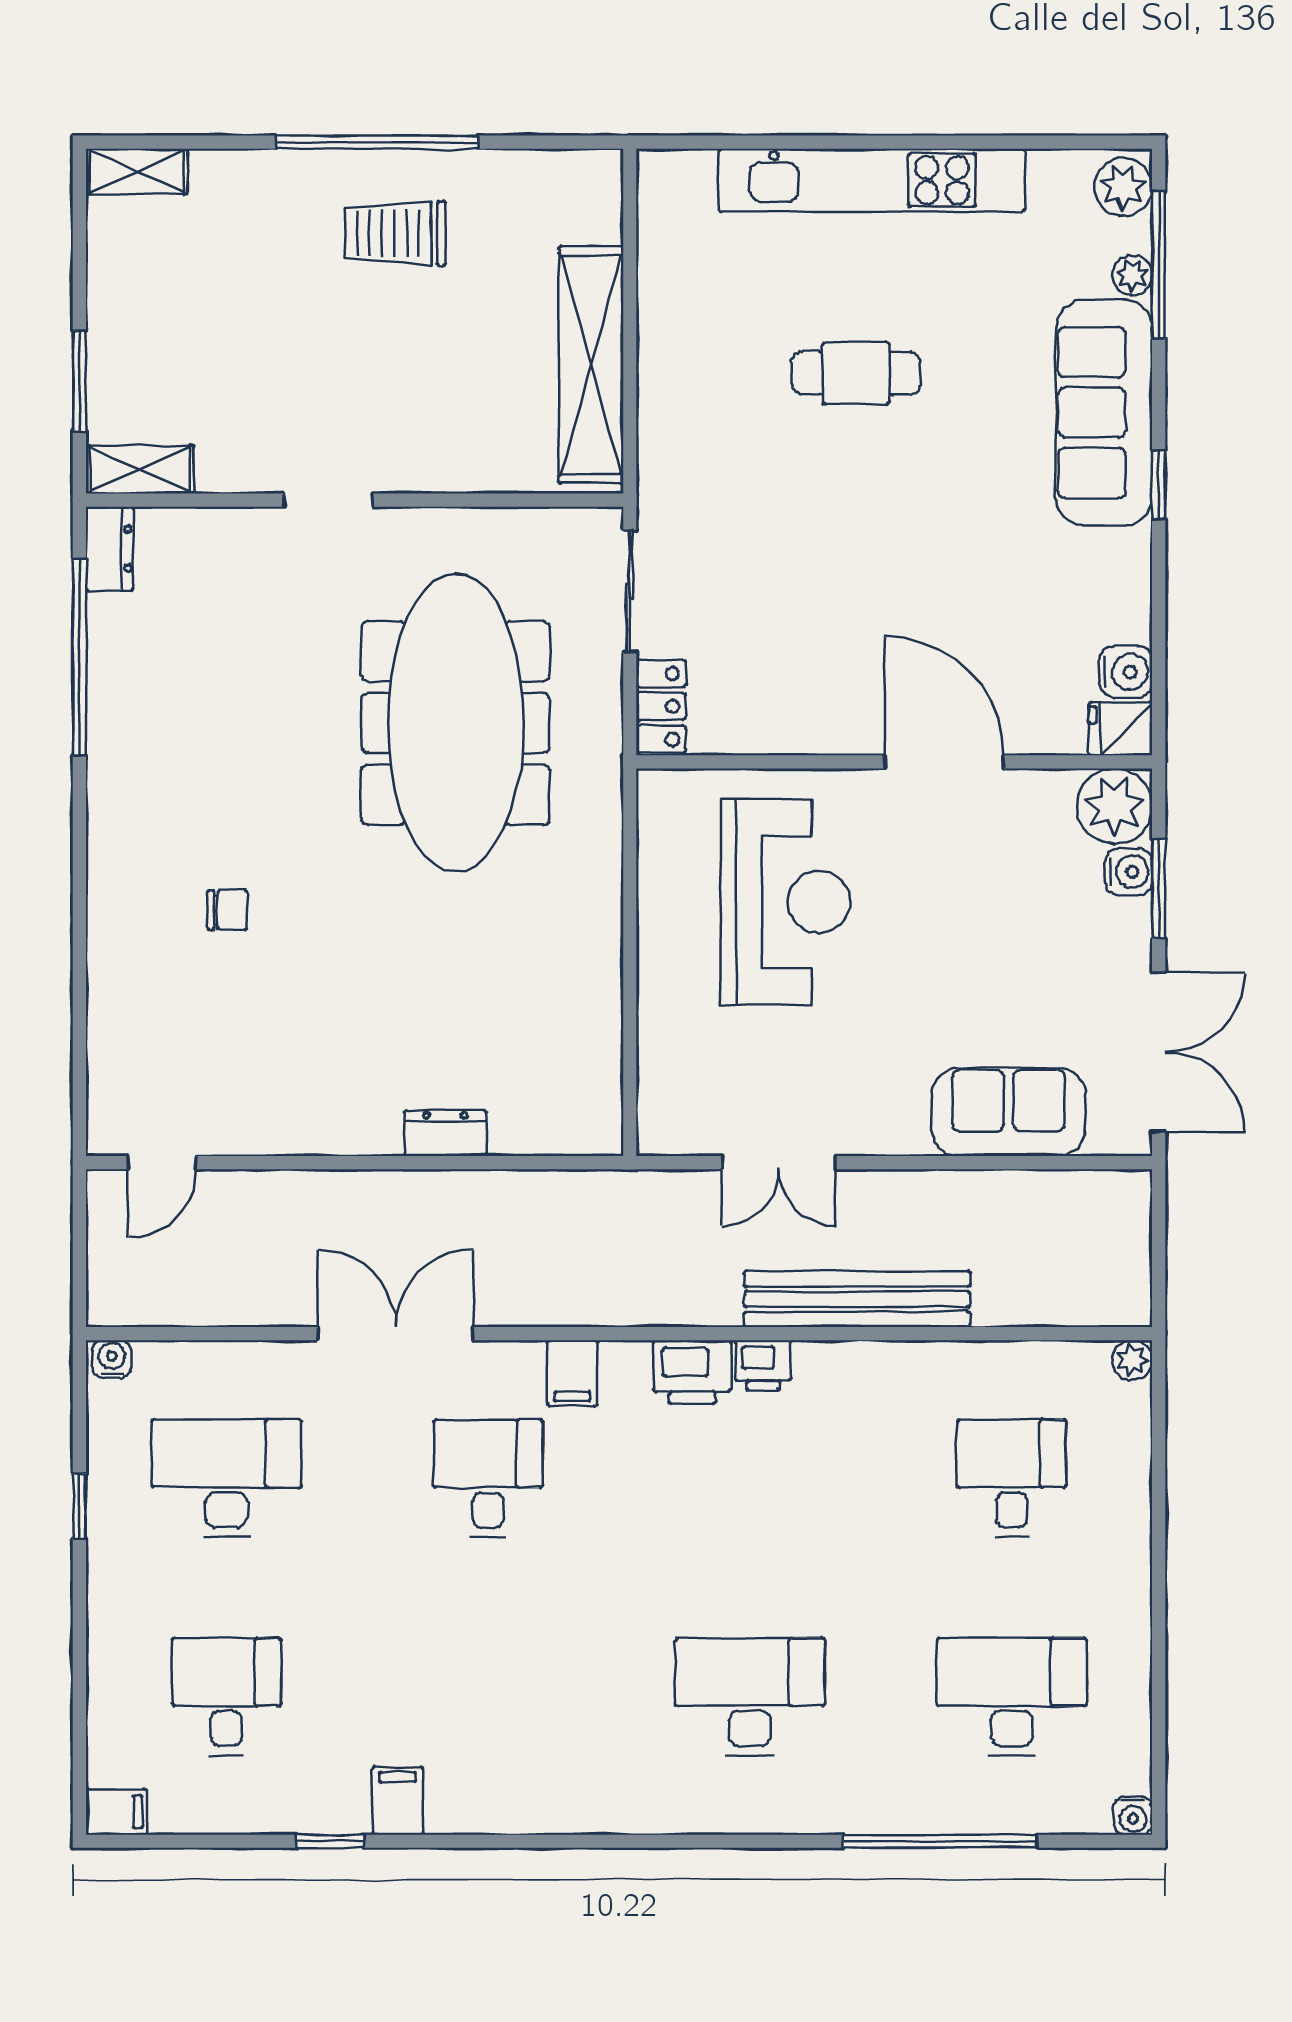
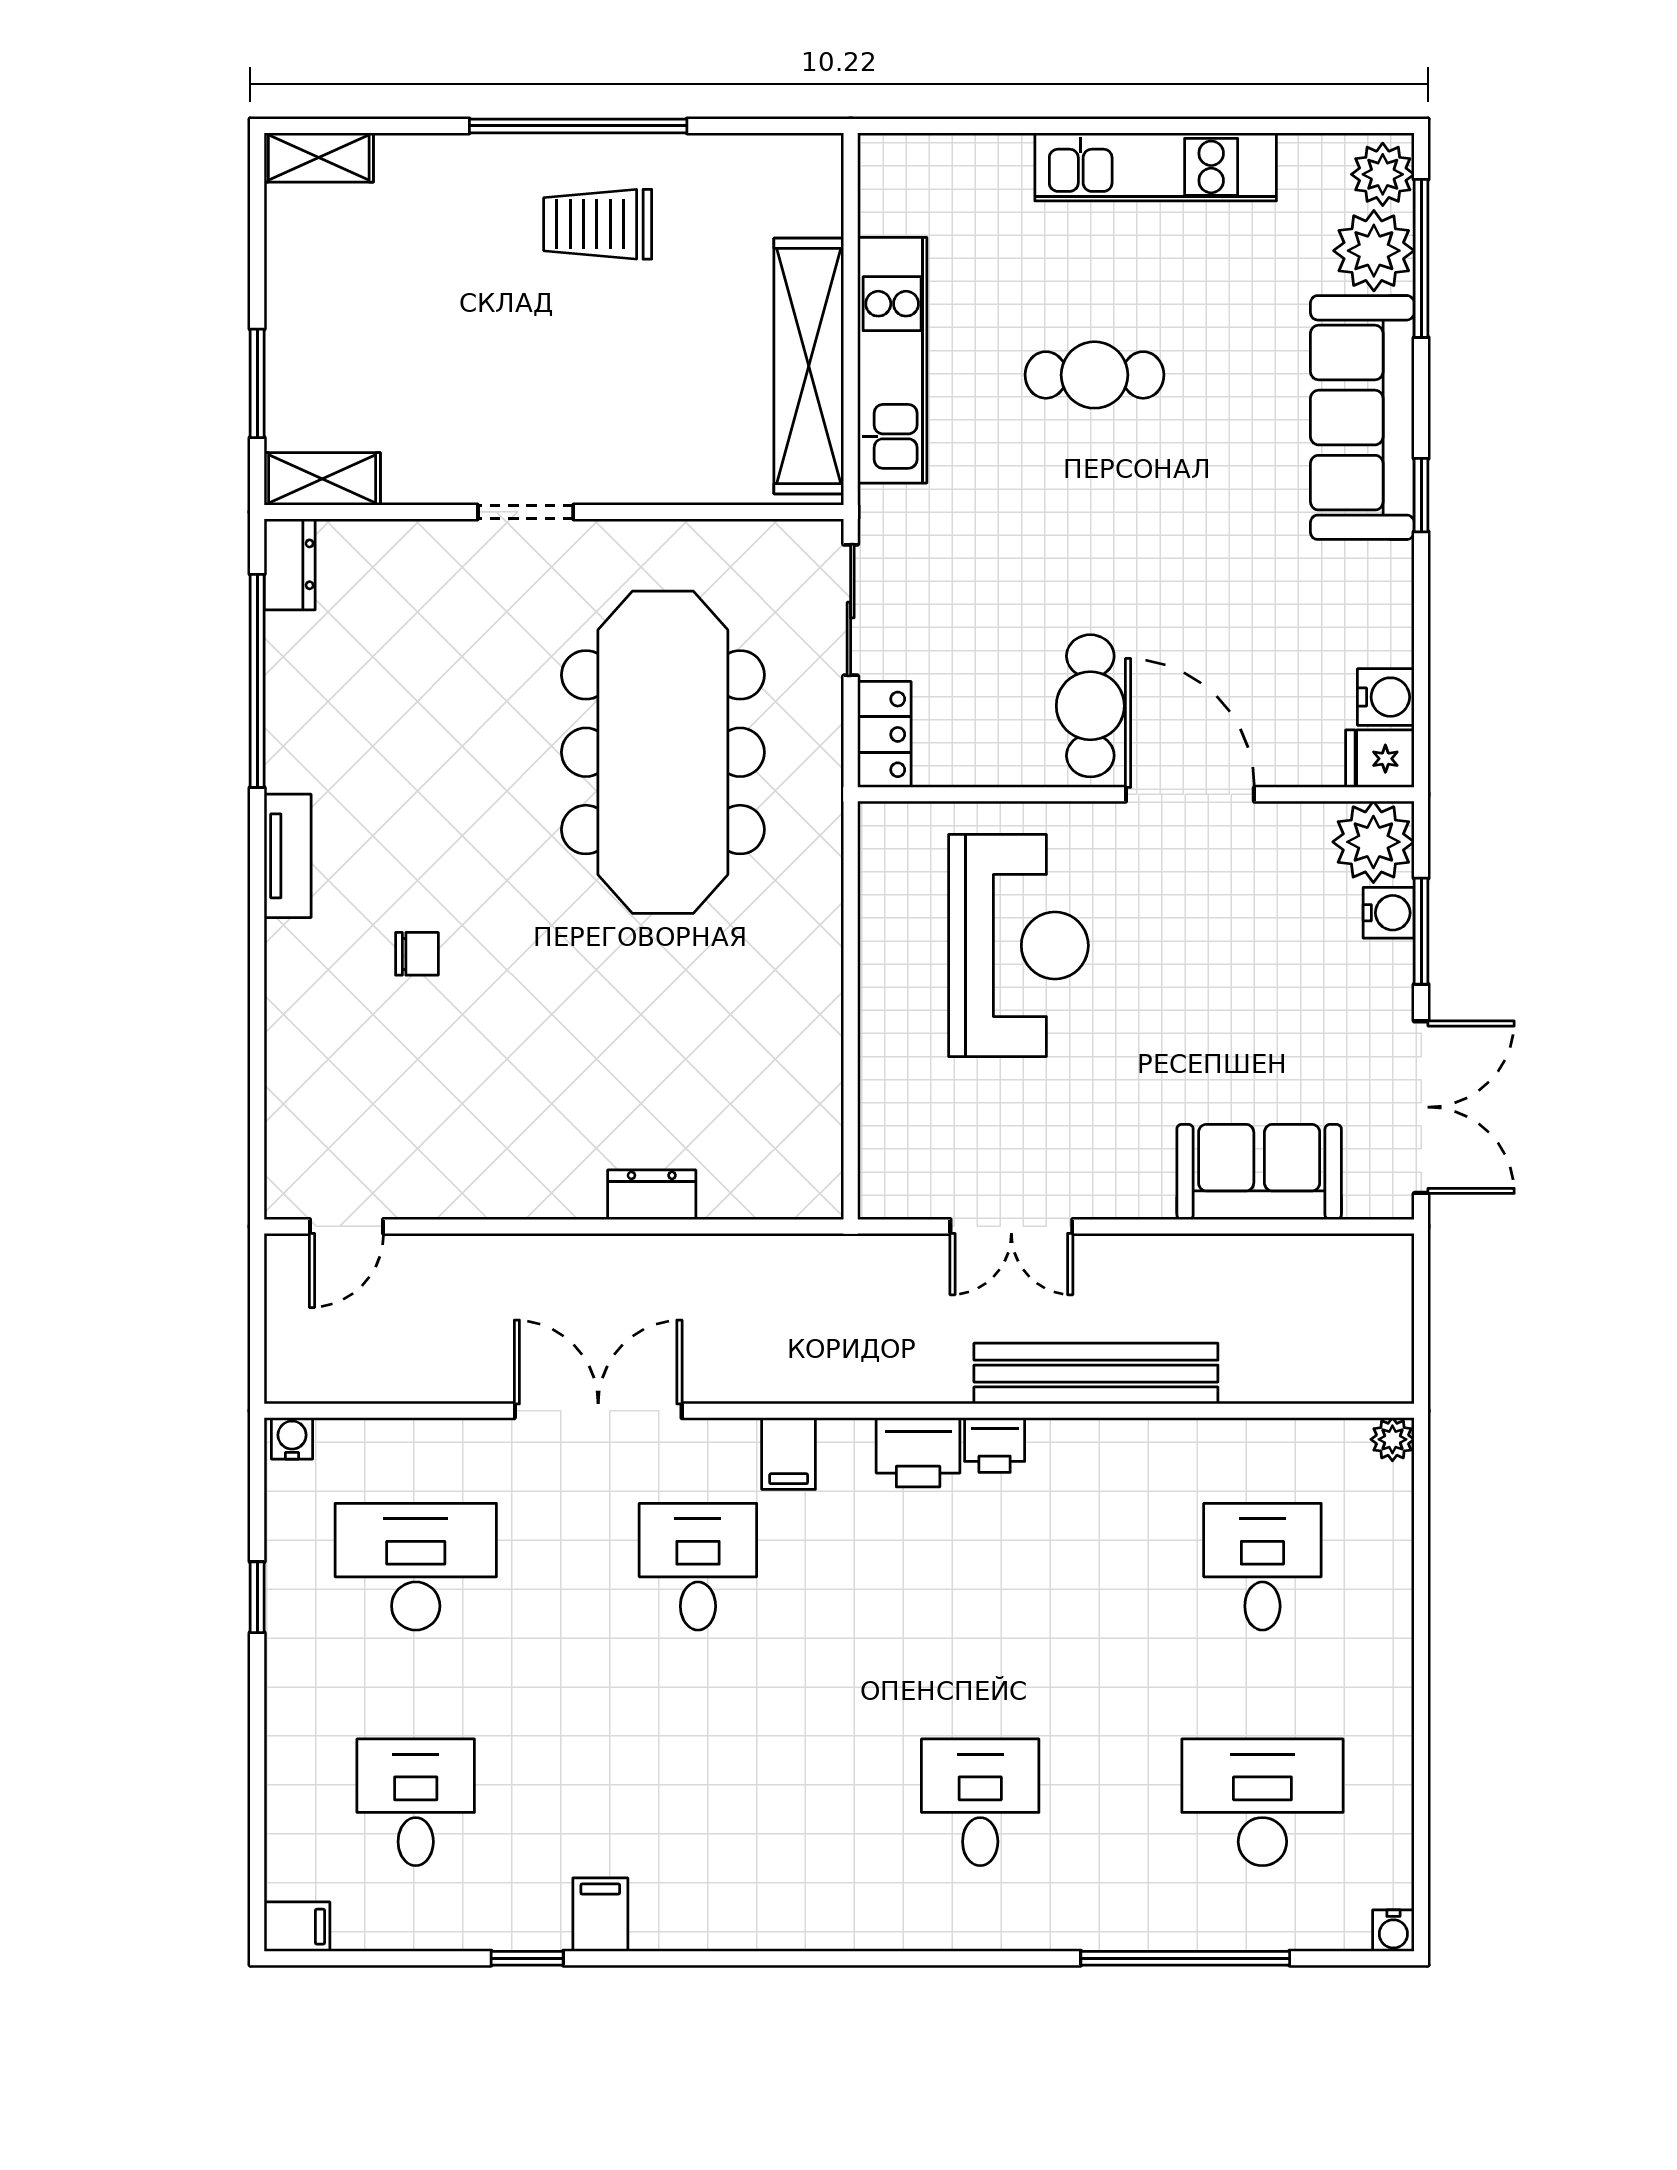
kitchen unit: (872, 180) -> (1156, 167), width x0.73
plant: (1132, 275) -> (1374, 251), width x1.88, depth x1.88
kitchen unit: (668, 359) -> (892, 360), added
cafe table: (852, 680) -> (1090, 706), added
tv unit: (108, 819) -> (288, 856), added
desk: (750, 1697) -> (980, 1802), width x0.73

